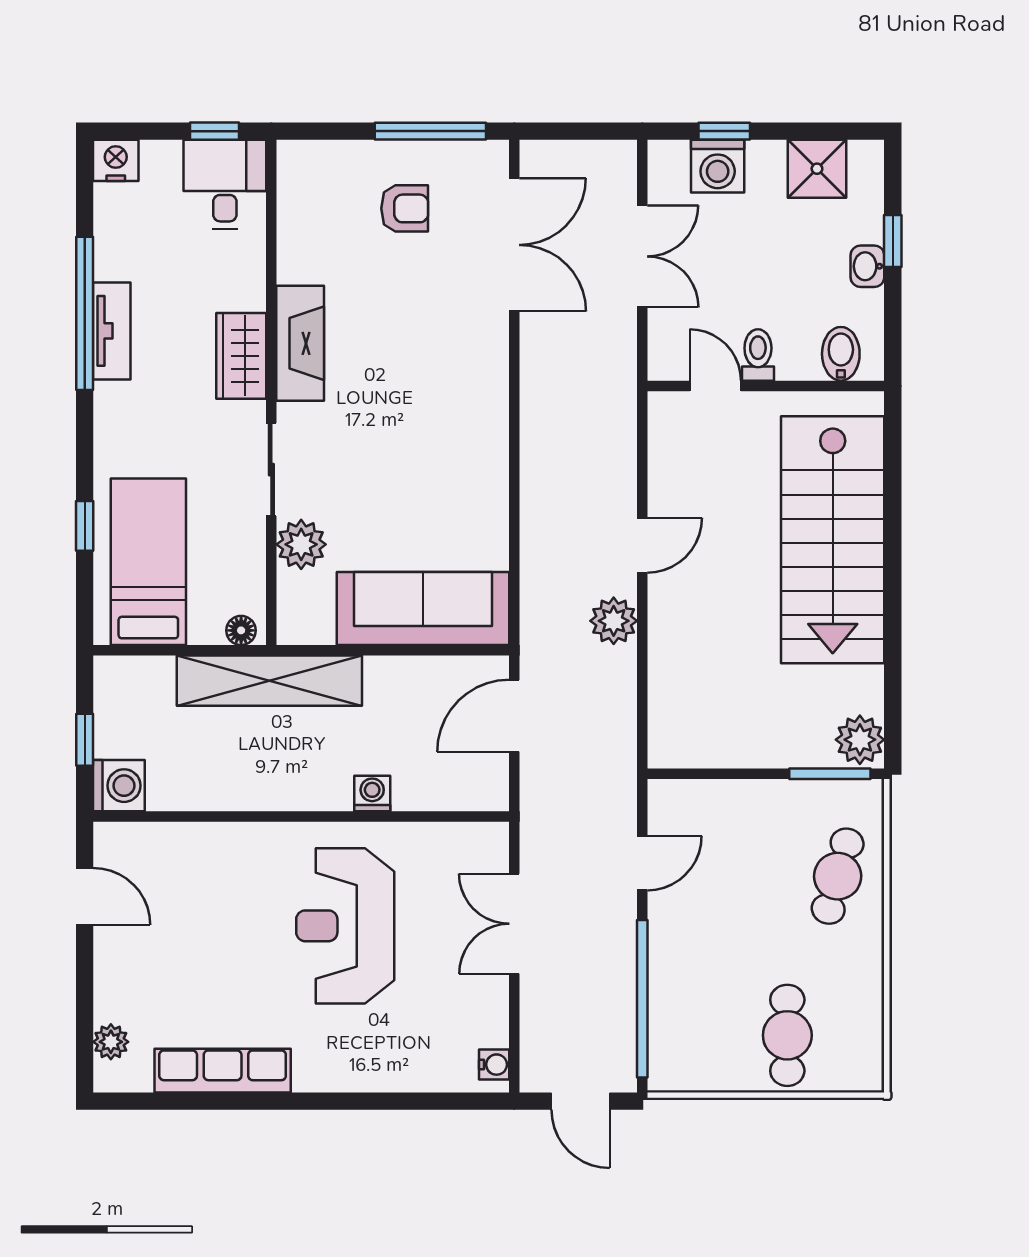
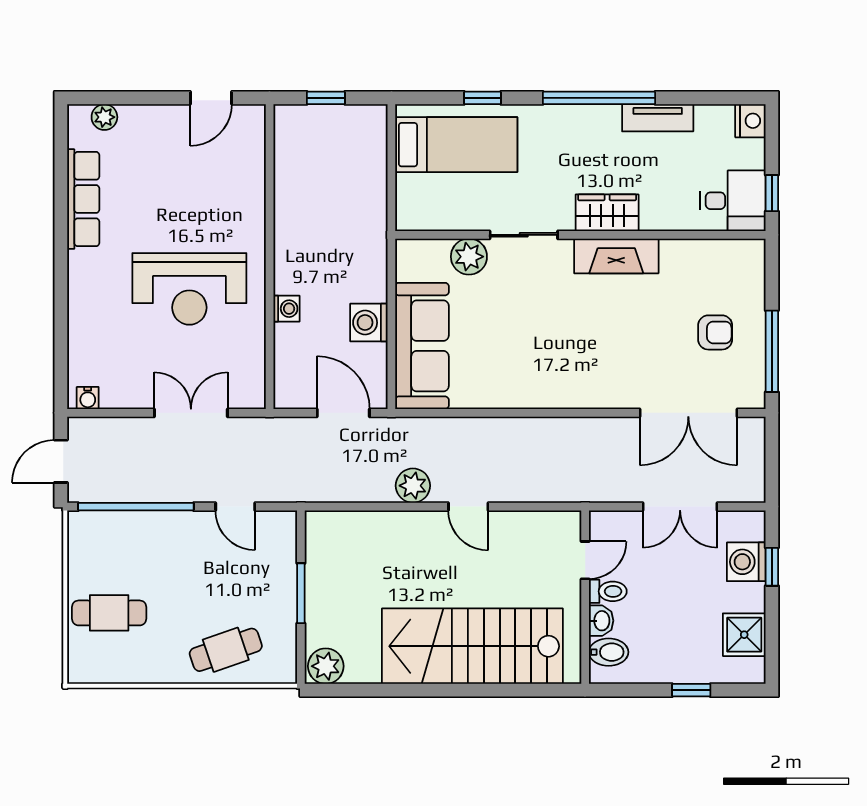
armchair: (405, 208) -> (715, 332), turned -90
washbasin: (867, 266) -> (601, 621), moved, turned 90
window: (85, 313) -> (599, 98), moved
tv unit: (112, 331) -> (658, 118), moved
floor lamp: (241, 630) -> (406, 213), removed
shelving: (269, 681) -> (369, 233), removed
window: (830, 774) -> (301, 593), moved
washing machine: (119, 786) -> (369, 323), moved, turned 90
cafe table: (838, 876) -> (226, 650), turned -35
reception desk: (345, 926) -> (189, 289), turned 180

